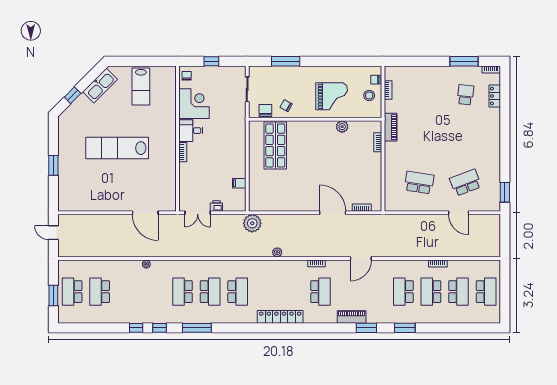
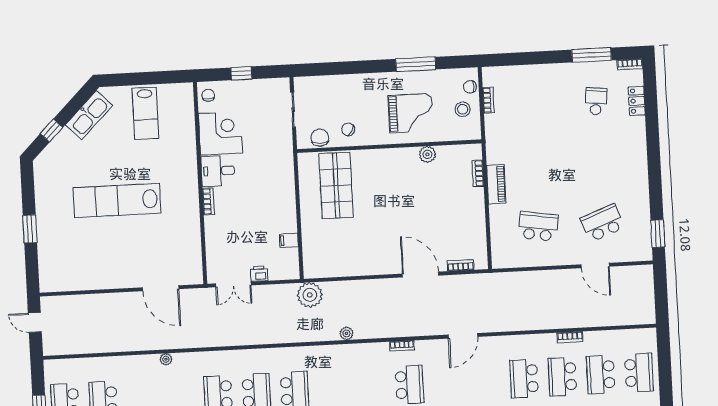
window: (286, 61) -> (416, 64), moved
piano: (391, 127) -> (496, 184), moved
school desk: (459, 292) -> (601, 375), turned 180

